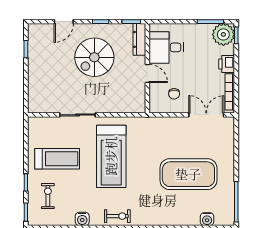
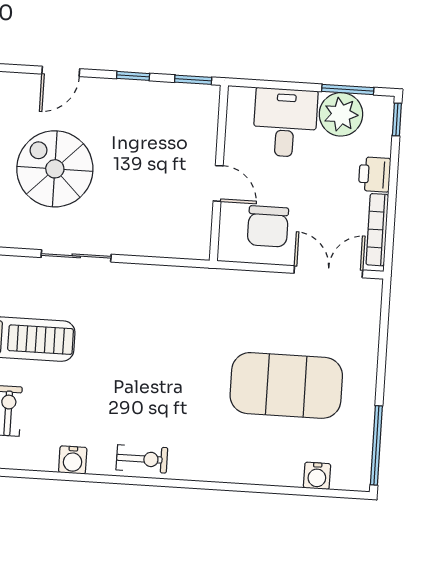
plant: (223, 34) -> (341, 114), moved
dresser: (139, 39) -> (207, 116), removed
desk: (166, 47) -> (285, 123), moved, turned 90
spiral stairs: (94, 57) -> (55, 169), moved, turned 90
chair: (174, 94) -> (268, 226), width x1.87, depth x1.87
treadmill: (111, 156) -> (137, 341), removed

